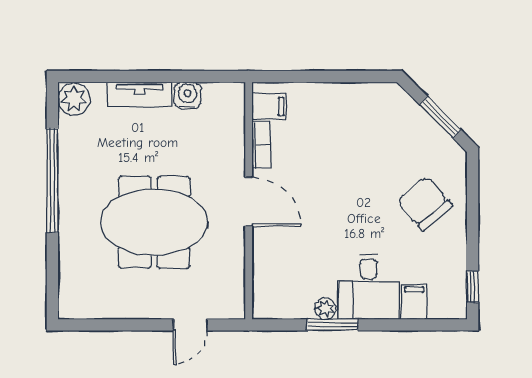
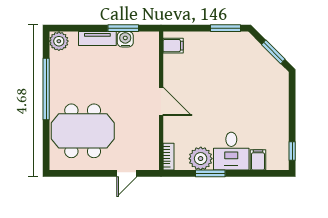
window: (184, 76) -> (123, 28), added
window: (359, 76) -> (225, 28), added
bookcase: (261, 145) -> (168, 157), moved
chair: (425, 203) -> (264, 102), removed
meeting table: (154, 222) -> (83, 131), moved
plant: (325, 309) -> (201, 159), width x1.88, depth x1.88

